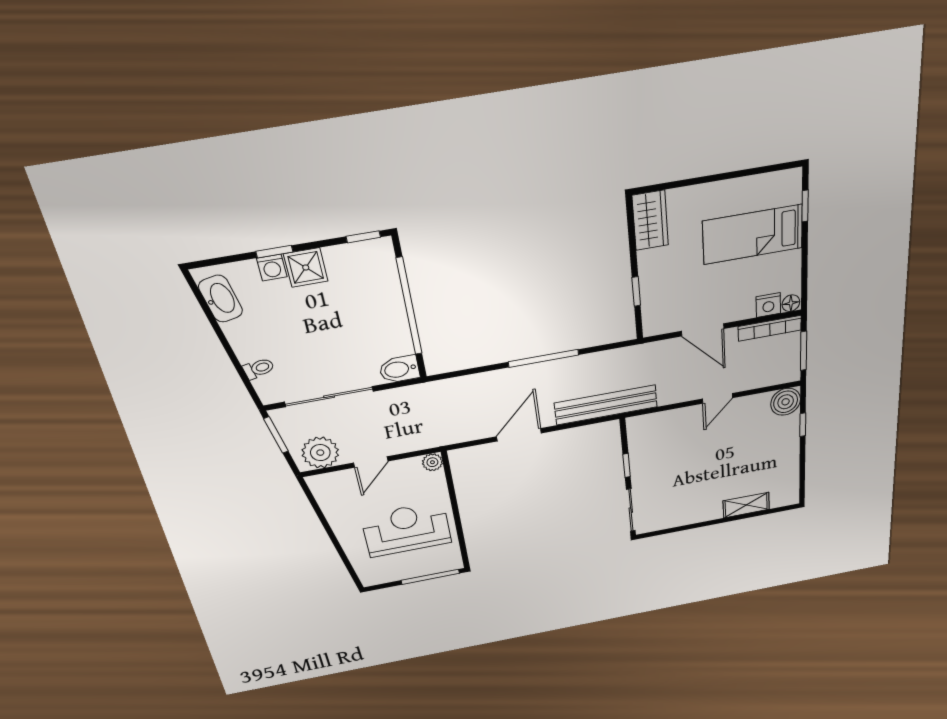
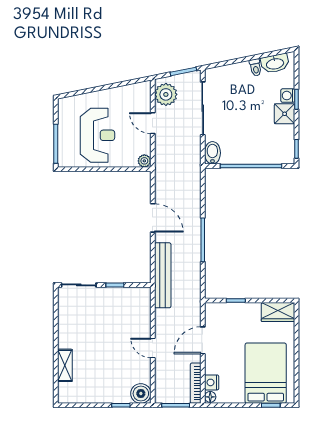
bed: (753, 234) -> (266, 373), width x1.50
toilet: (259, 368) -> (255, 67), moved

